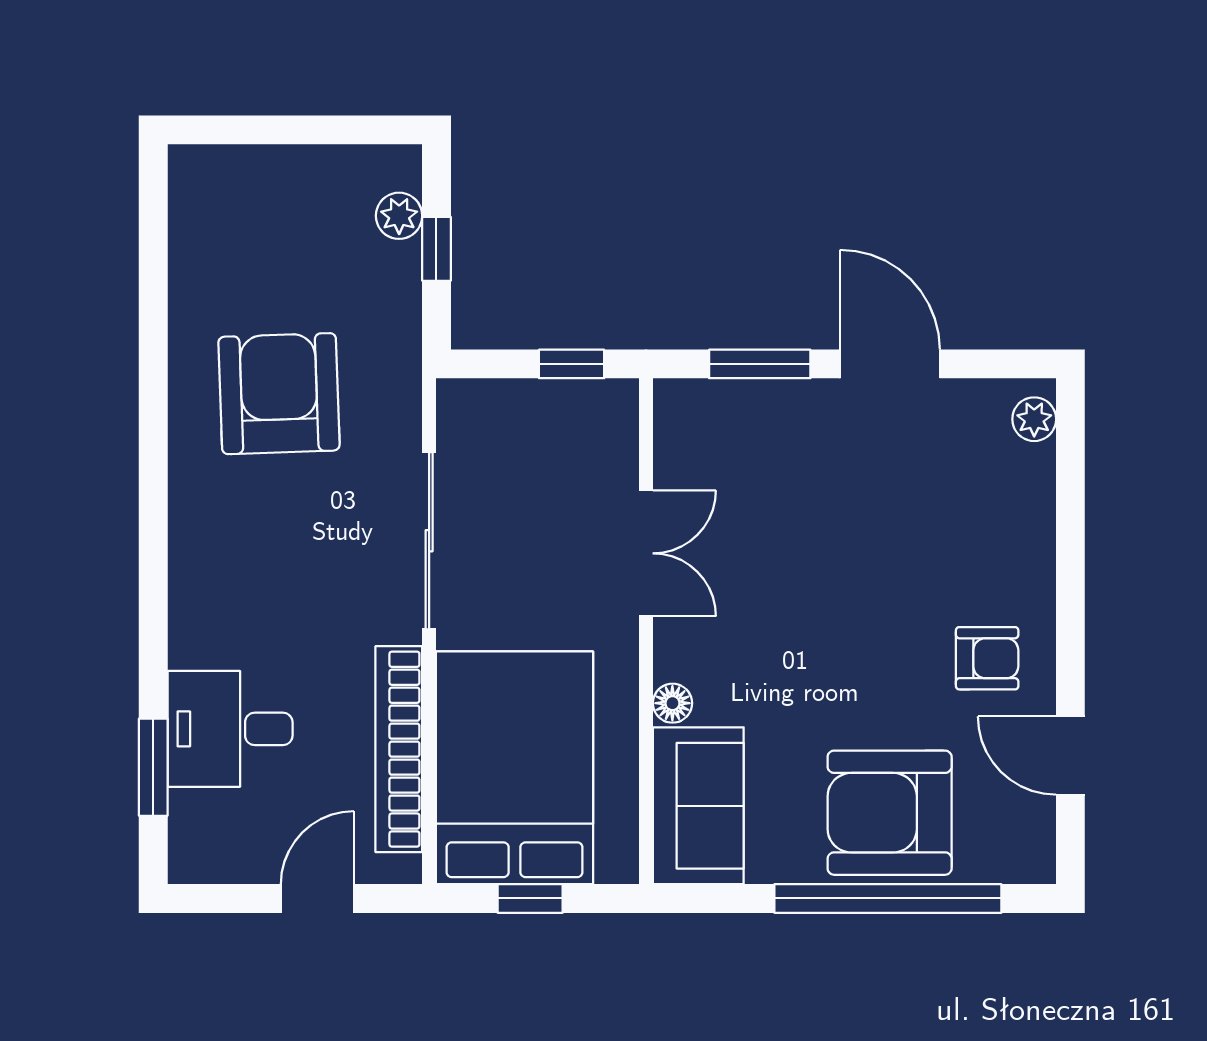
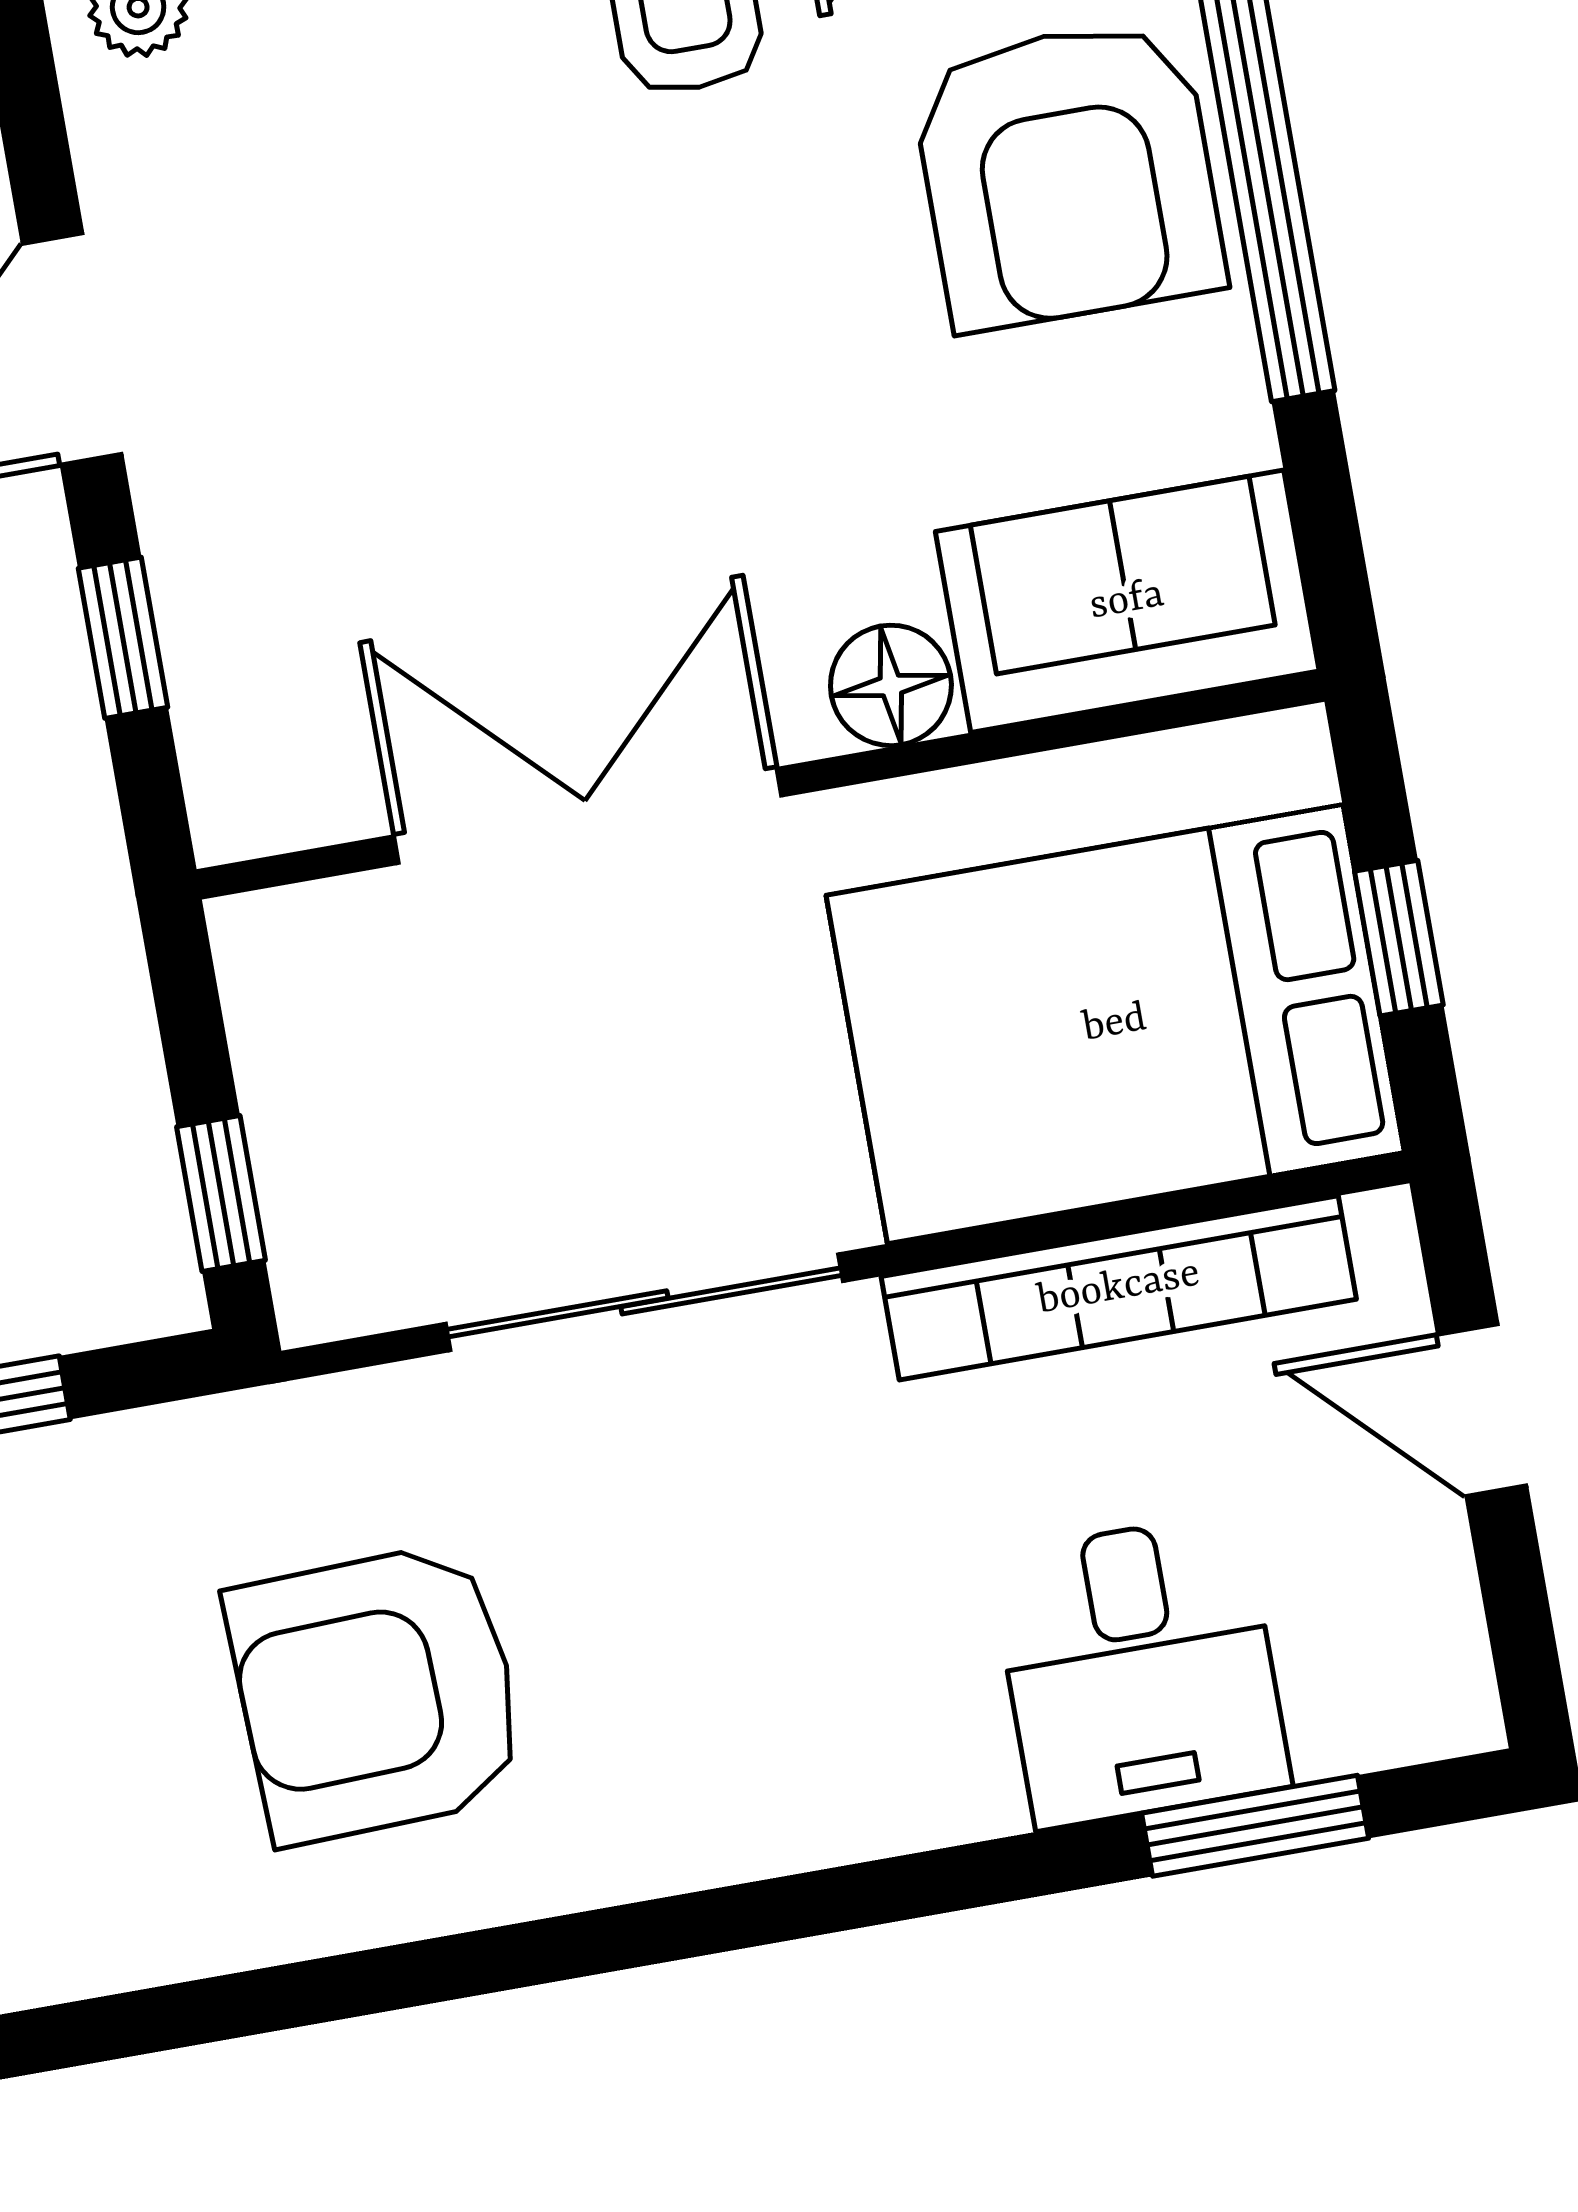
window: (572, 364) -> (221, 1193), moved
window: (760, 364) -> (123, 638), width x0.67
double door: (646, 553) -> (588, 816), width x1.37
floor lamp: (672, 703) -> (891, 685), width x1.37, depth x1.37

